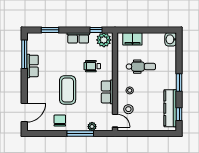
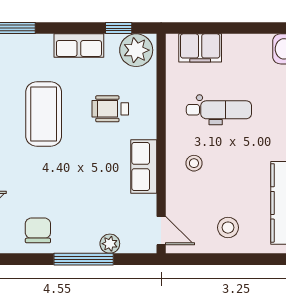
coffee table: (68, 90) -> (44, 114), moved
stool: (128, 109) -> (228, 228), moved

